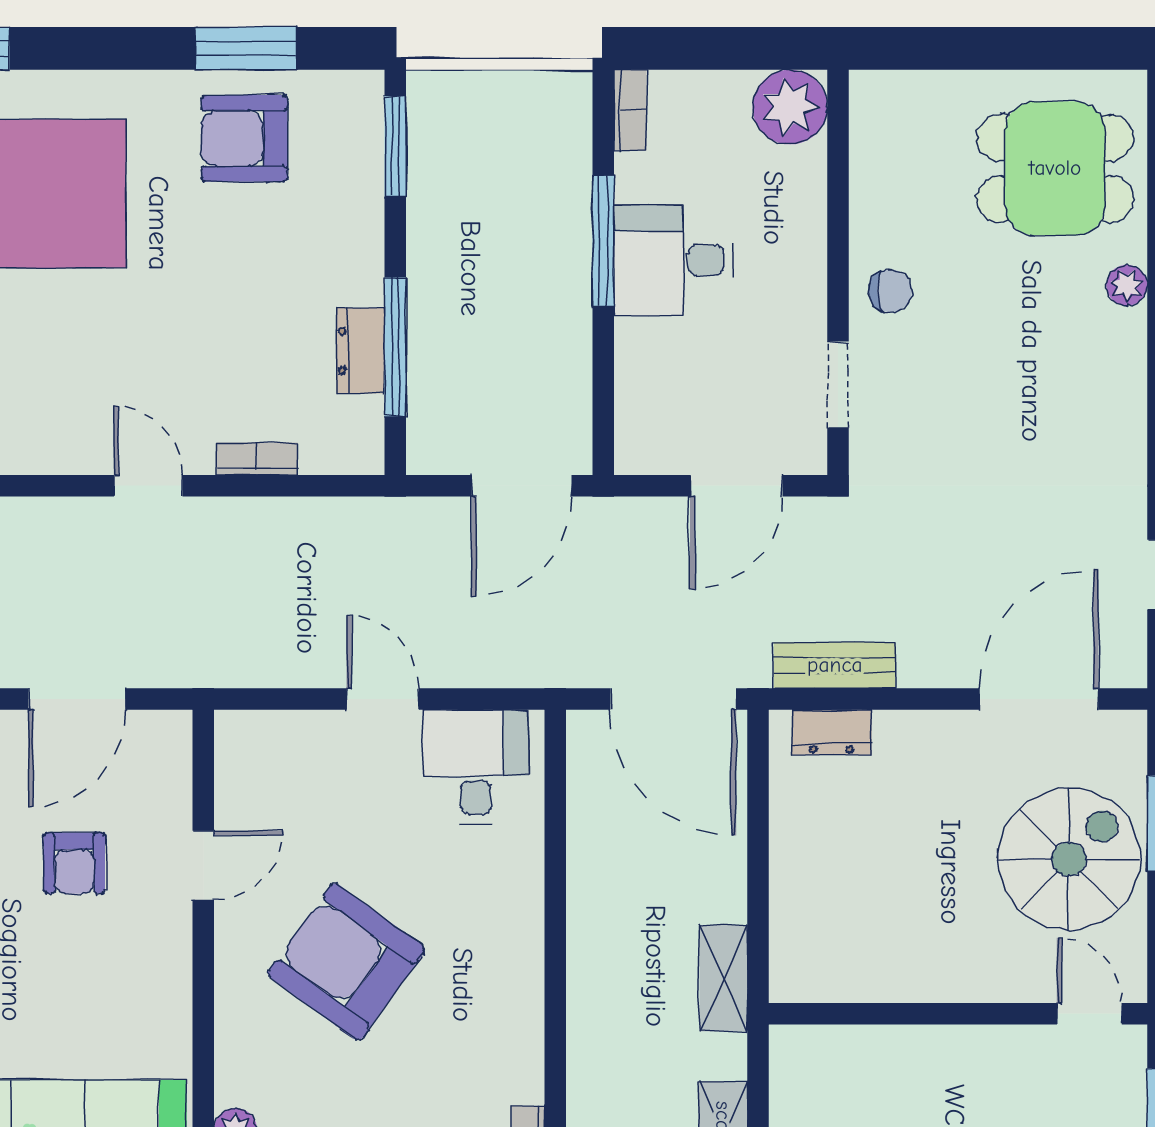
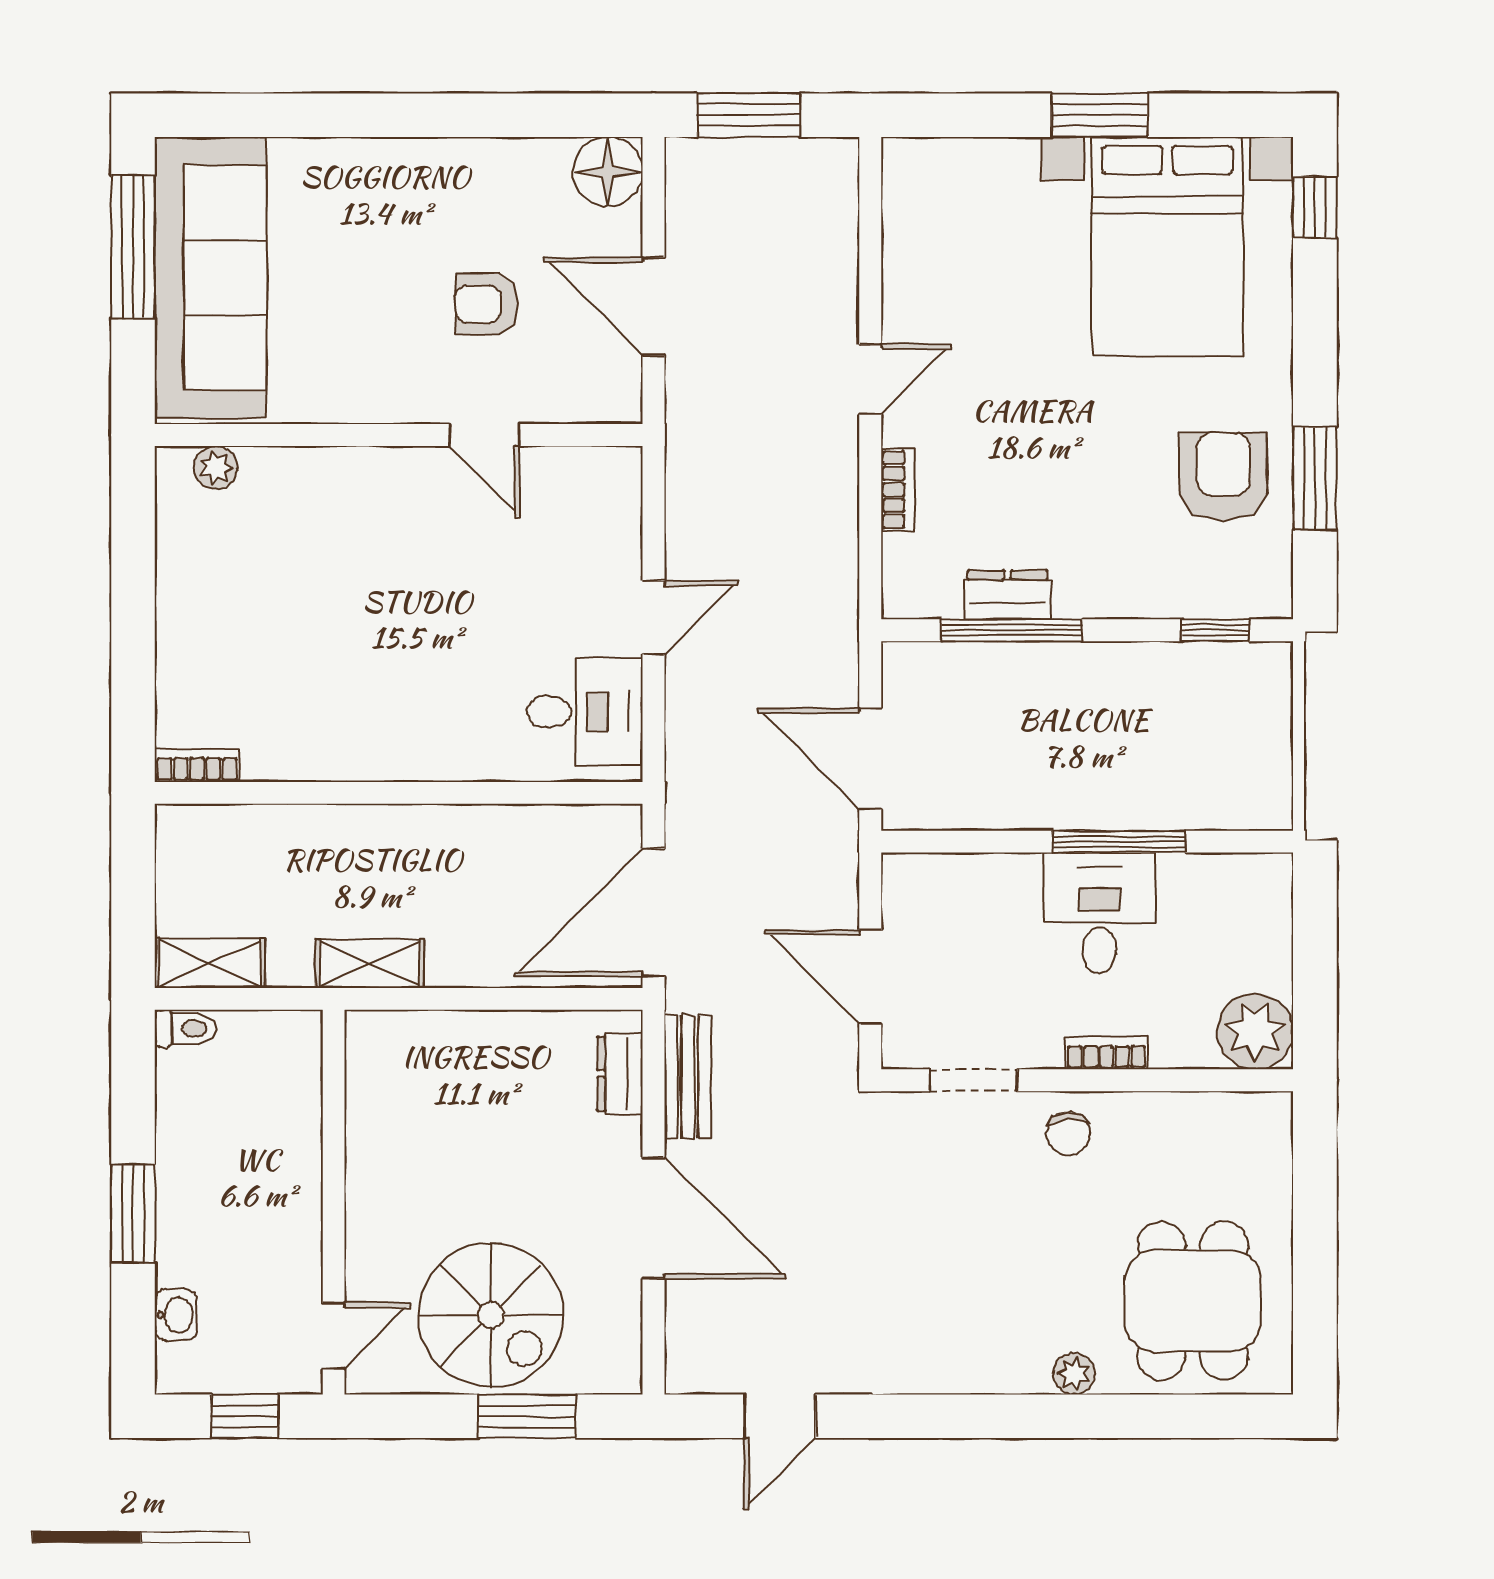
bookcase: (630, 110) -> (1107, 1053), moved, turned 180
window: (395, 146) -> (1215, 630), width x0.67
door: (1039, 699) -> (653, 1218), moved
armchair: (346, 962) -> (386, 580), removed

